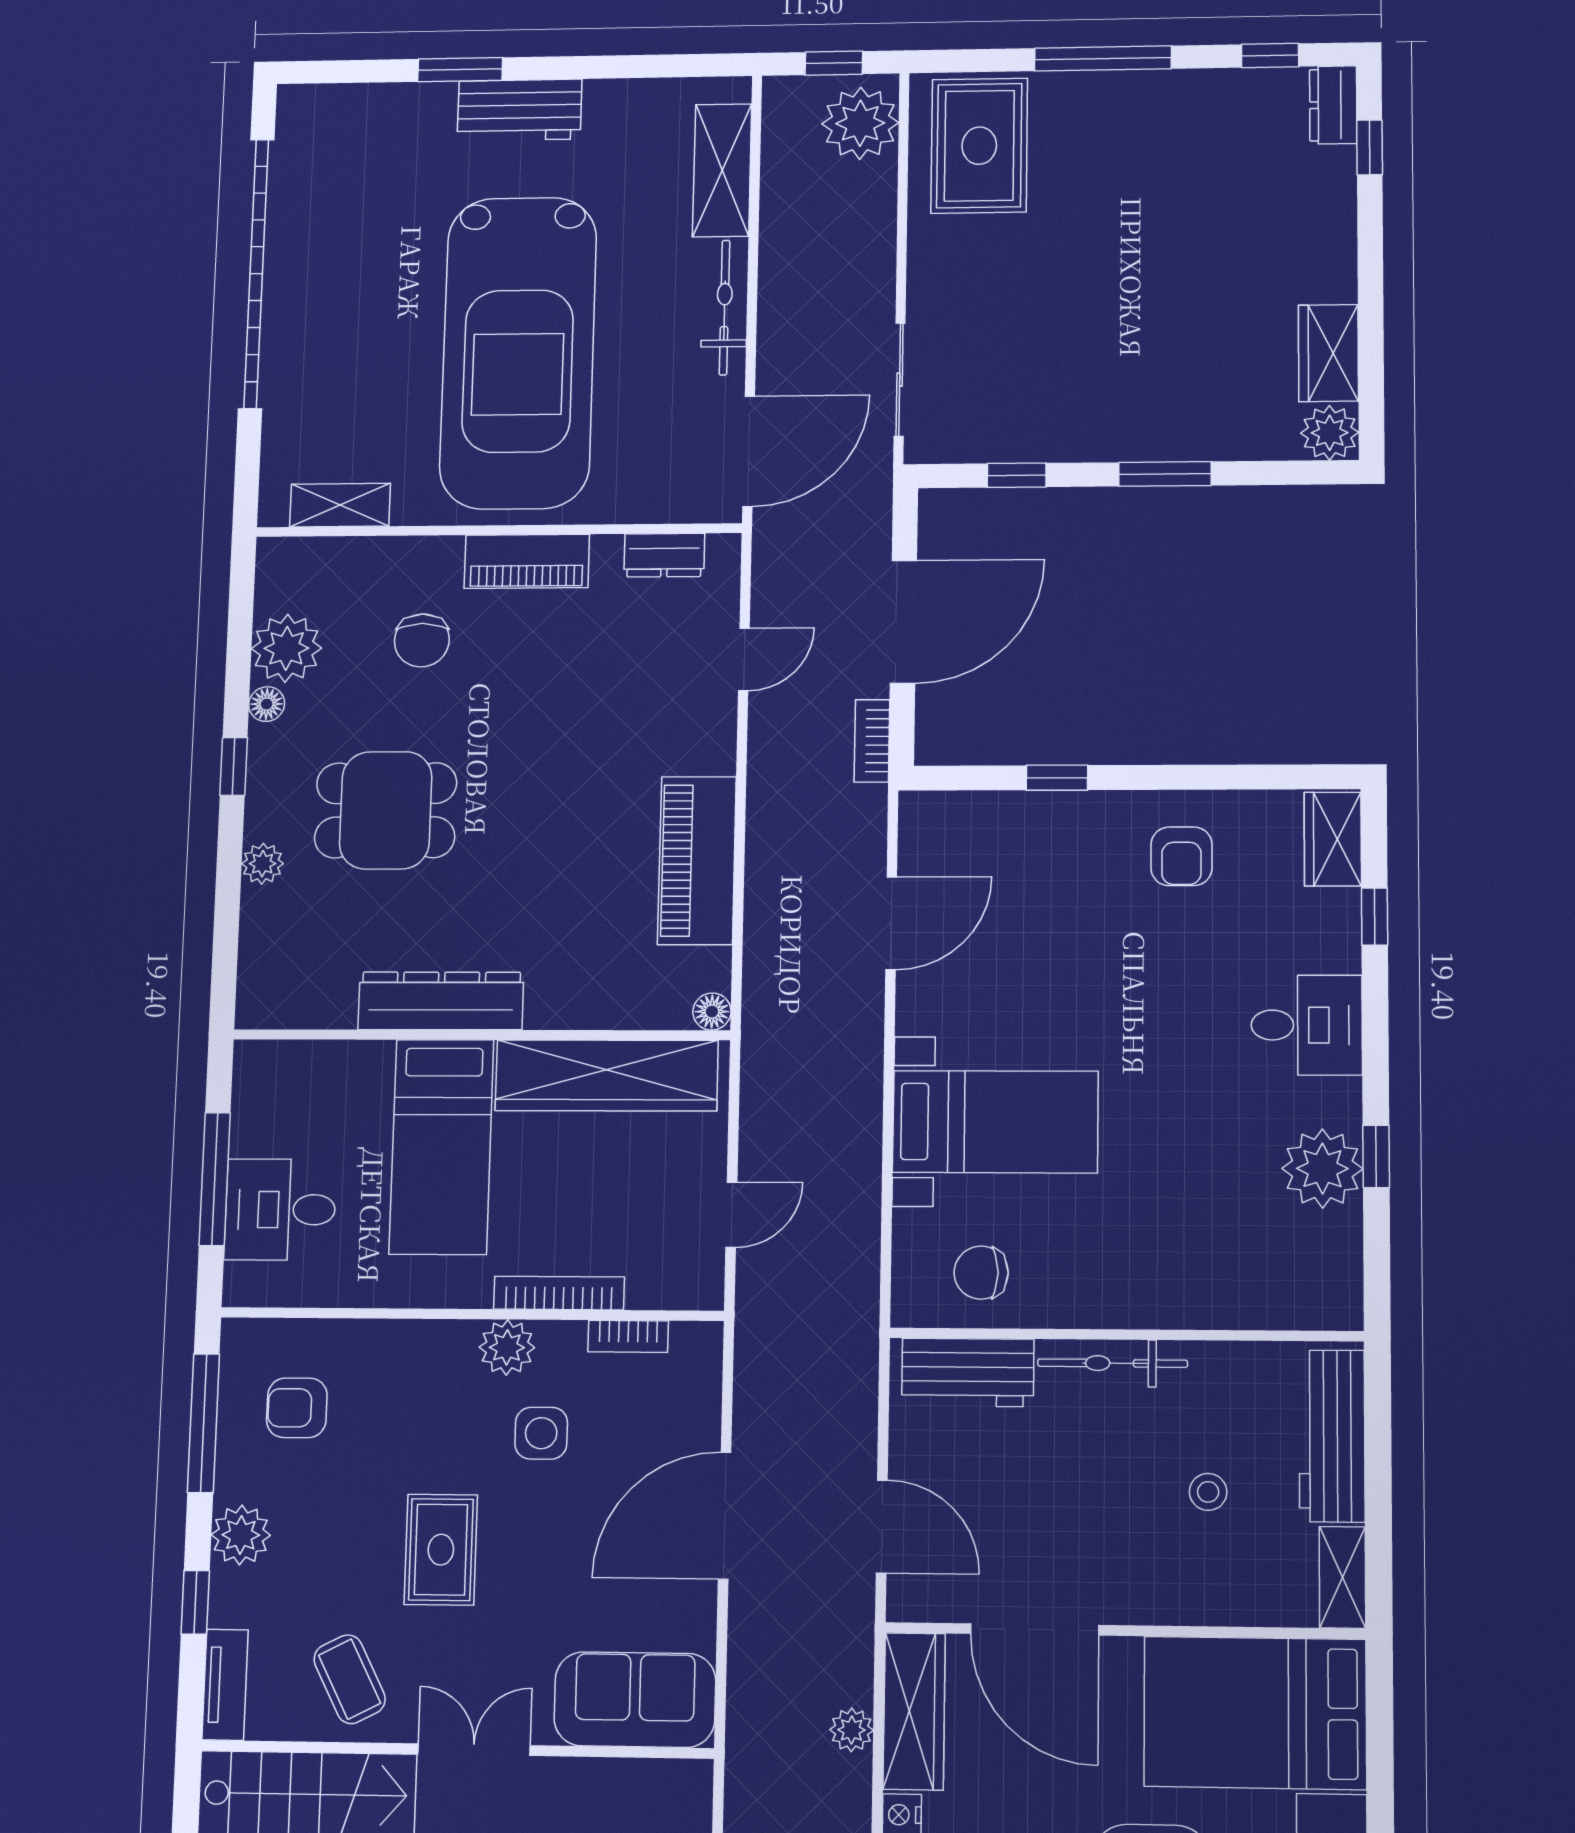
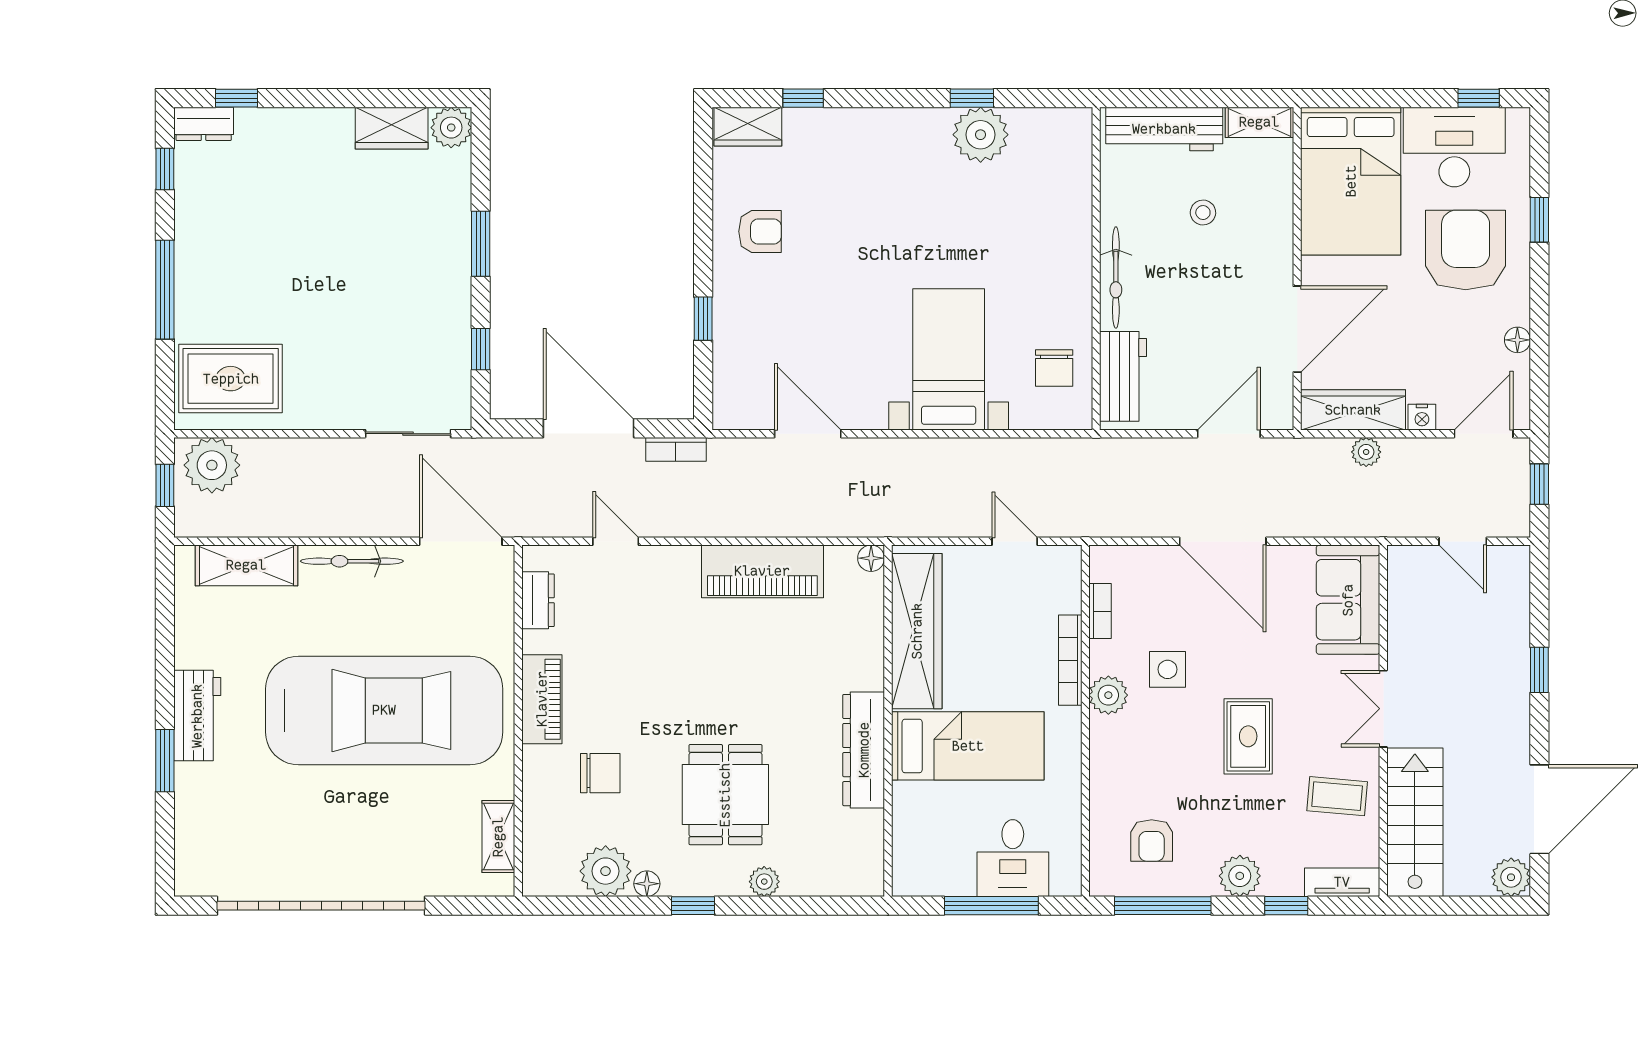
desk: (1307, 1025) -> (880, 145), removed
rug: (441, 1550) -> (1248, 736), turned 90
coffee table: (350, 1679) -> (1337, 796), turned 32

